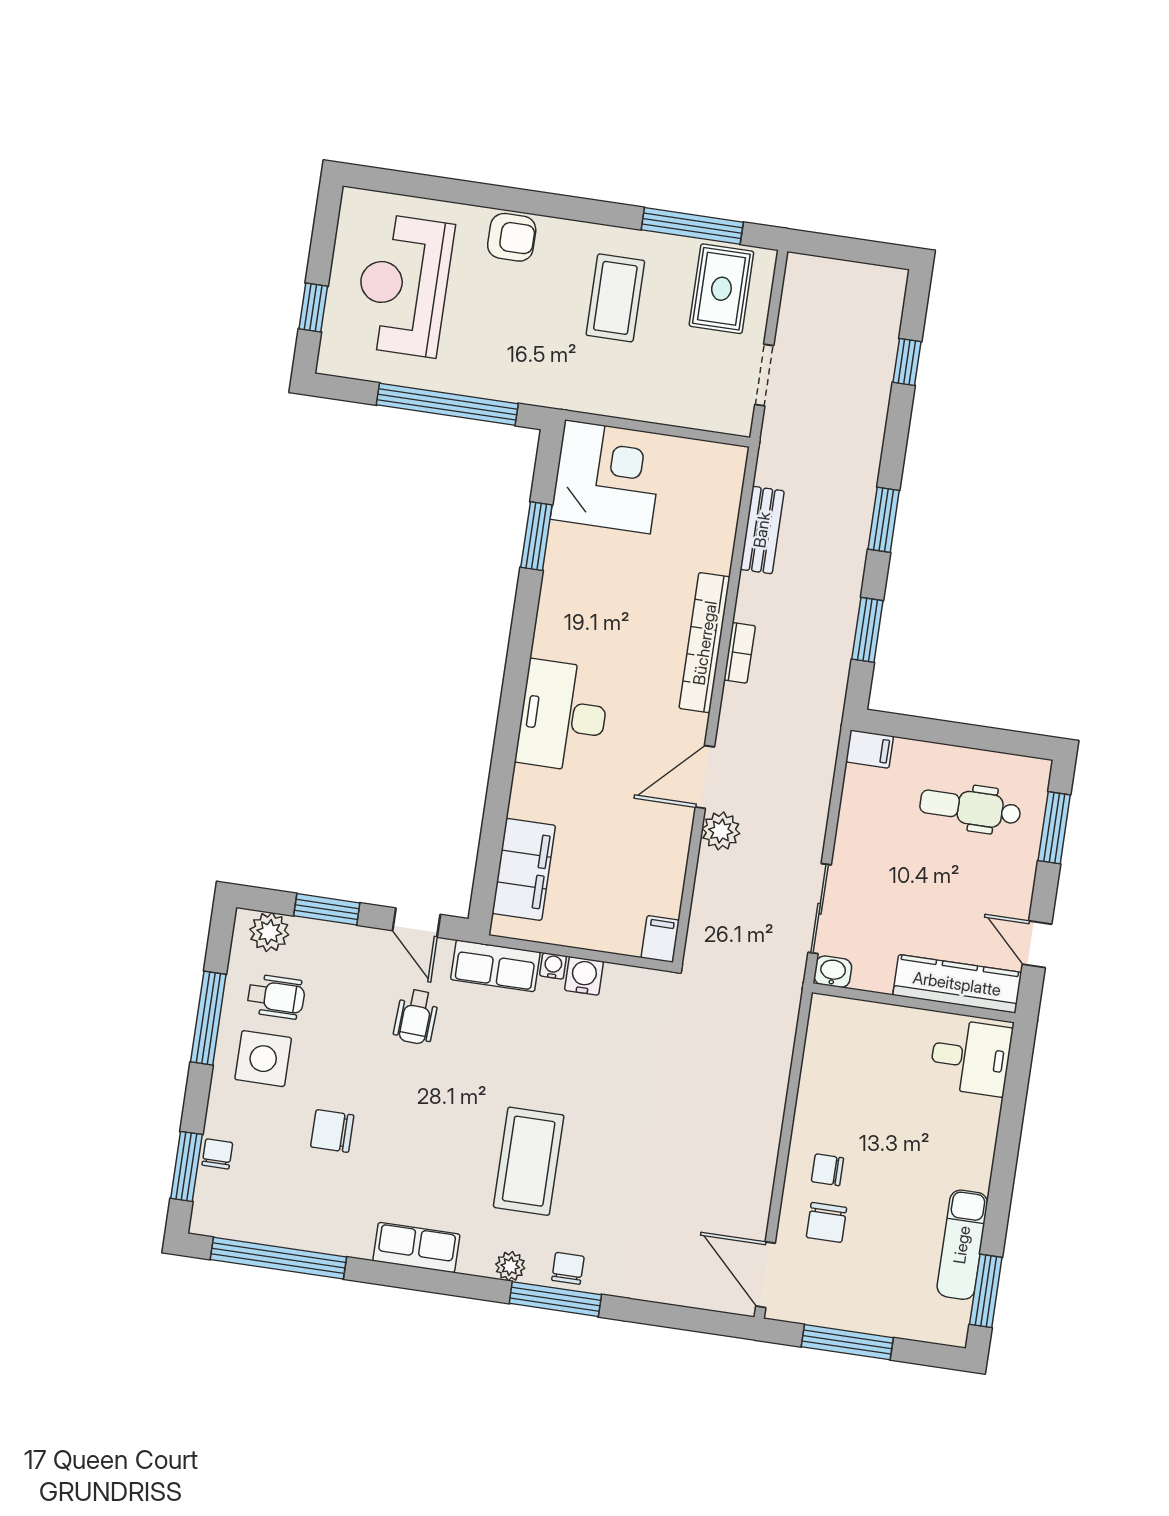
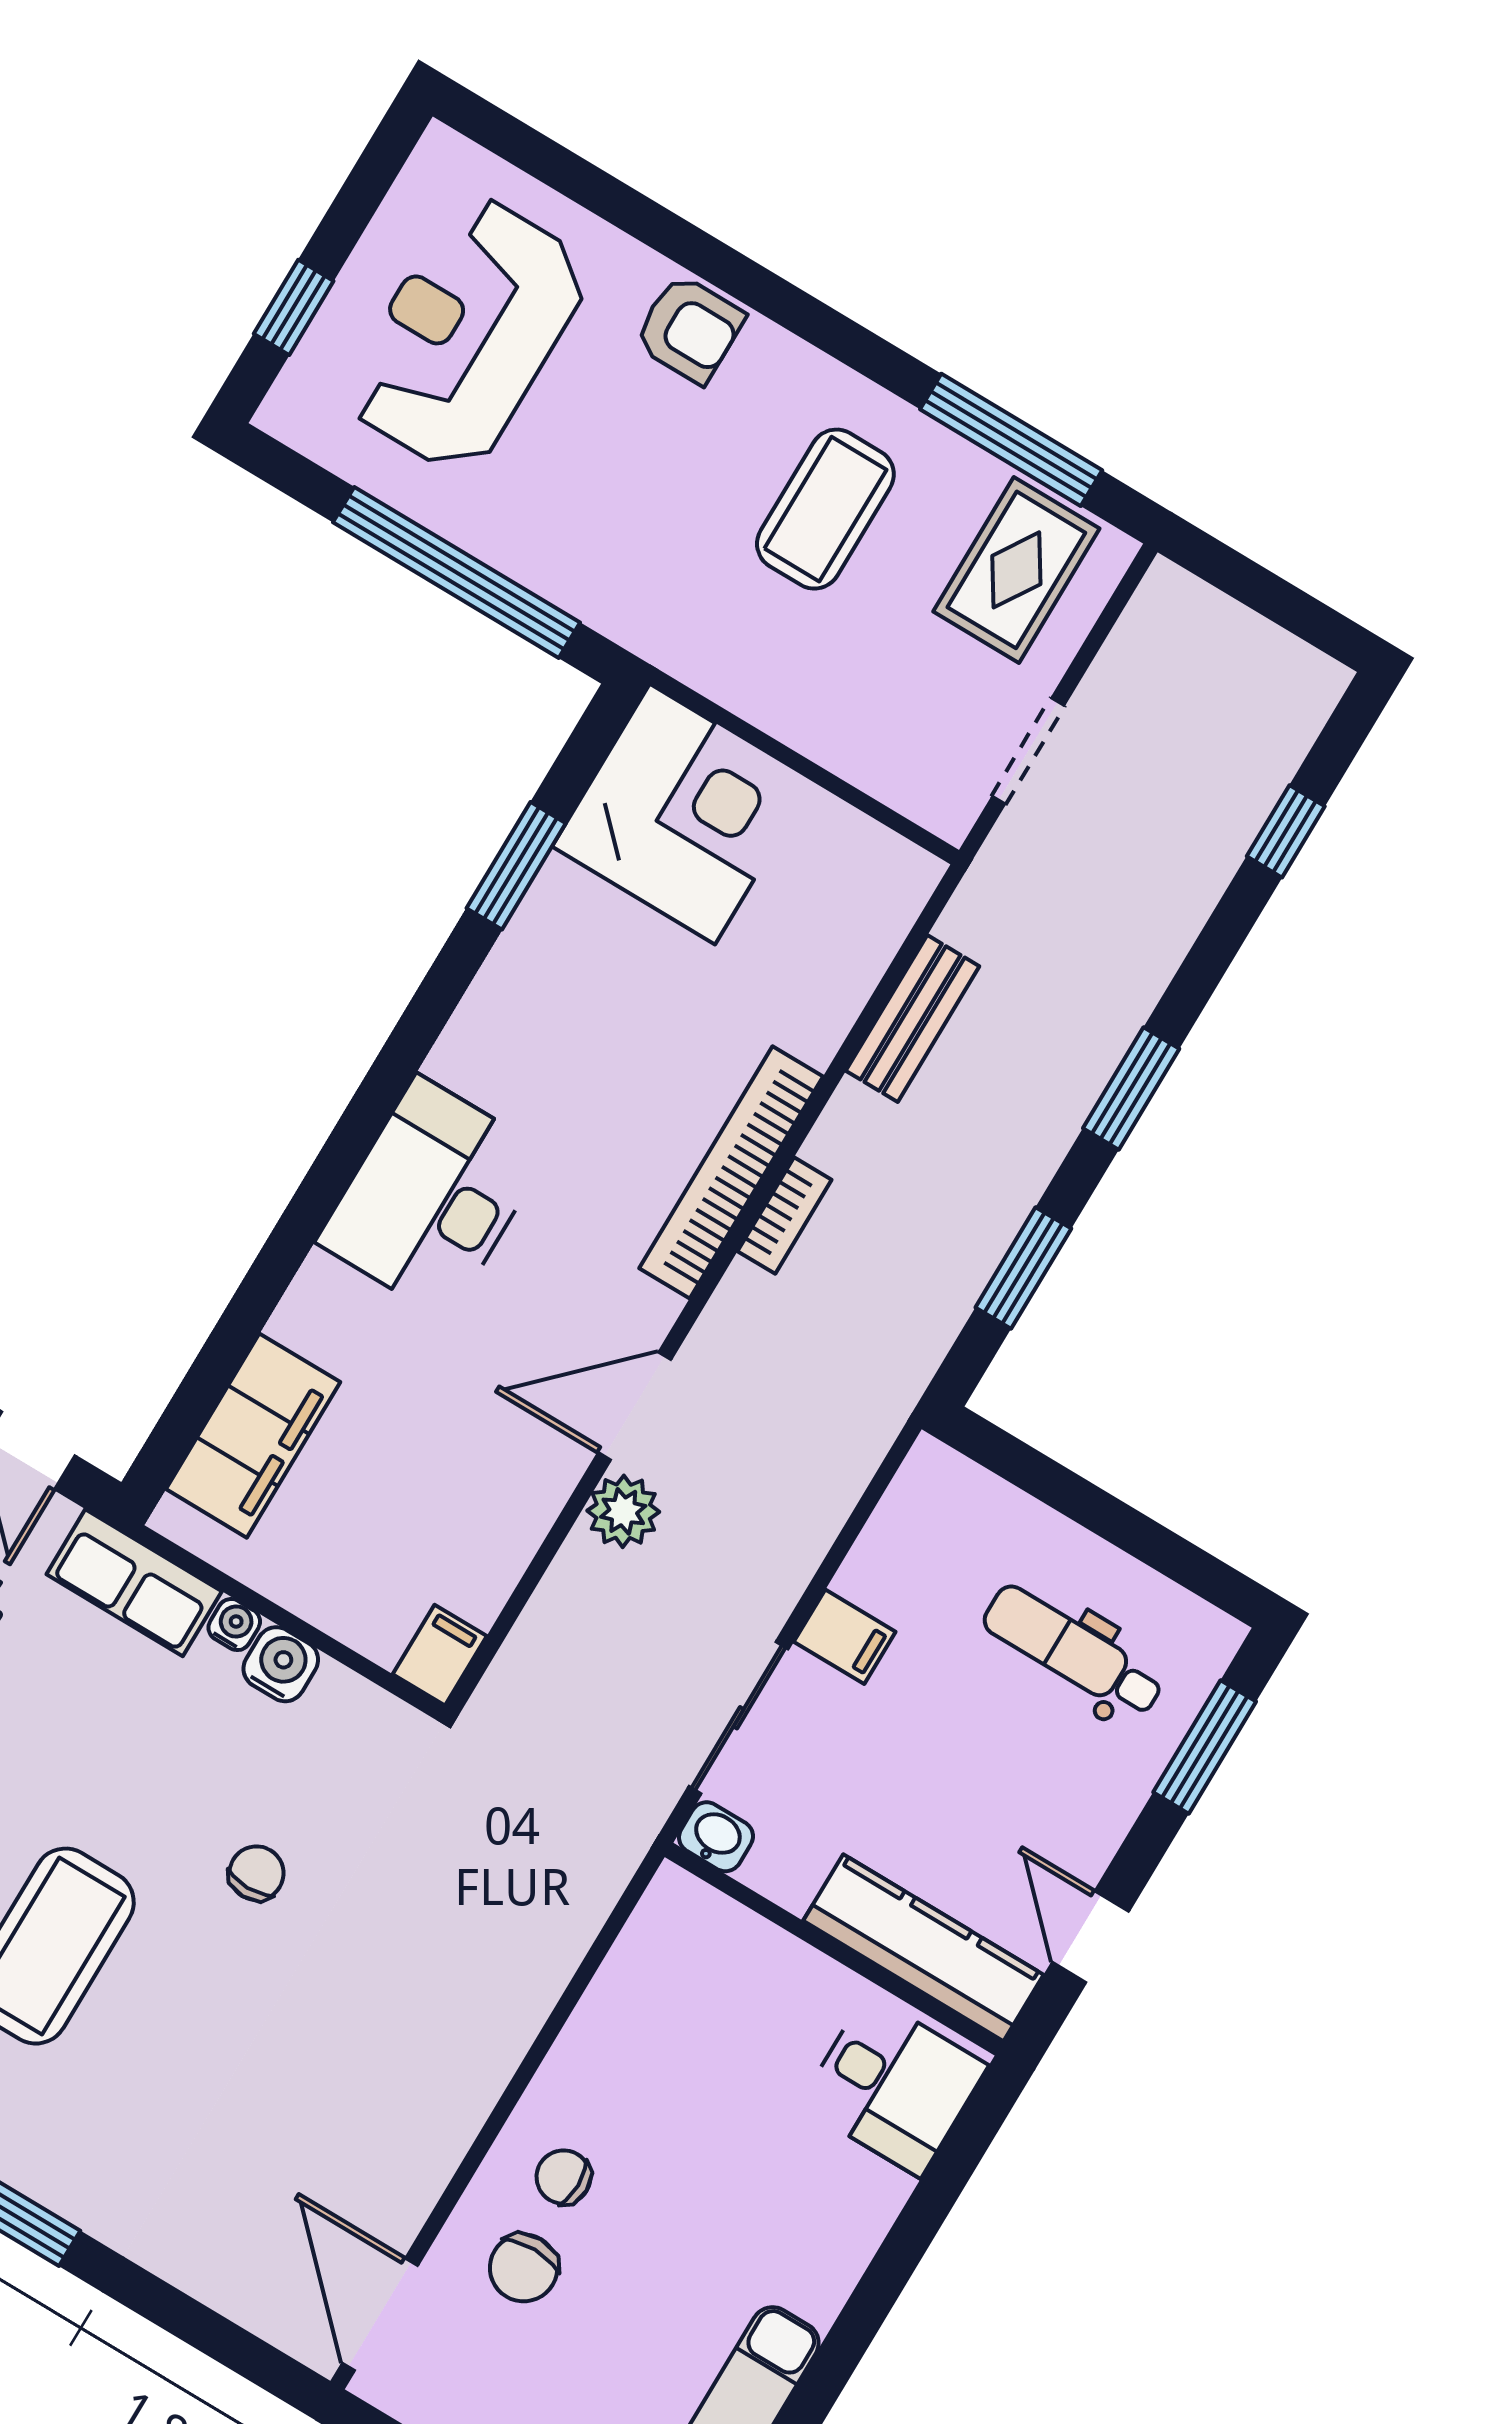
filing cabinet: (870, 749) -> (845, 1637), moved
chair: (568, 1268) -> (256, 1873), moved

